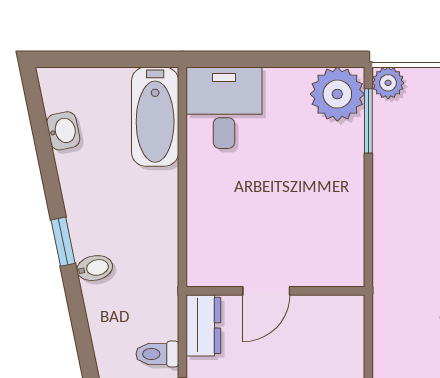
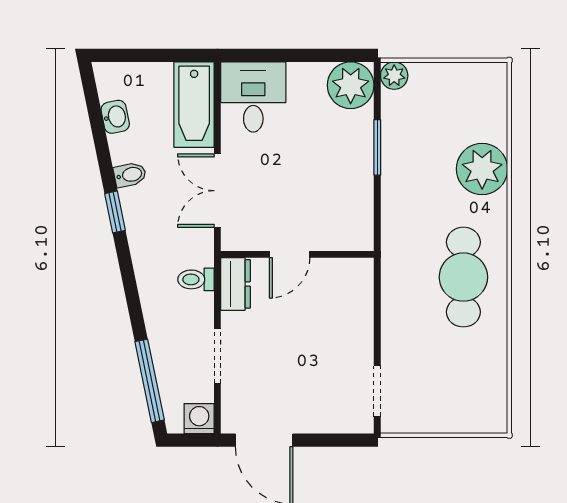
window: (368, 121) -> (377, 147), moved
double door: (182, 217) -> (217, 191), added
bidet: (95, 268) -> (130, 175), moved
toilet: (157, 354) -> (196, 279), moved

